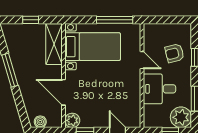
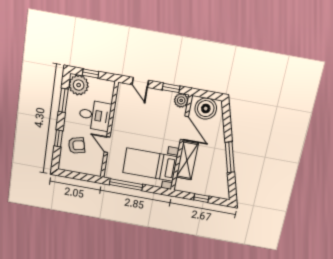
shelving: (54, 44) -> (187, 160), moved
boiler: (40, 122) -> (206, 109), width x1.86, depth x1.86

